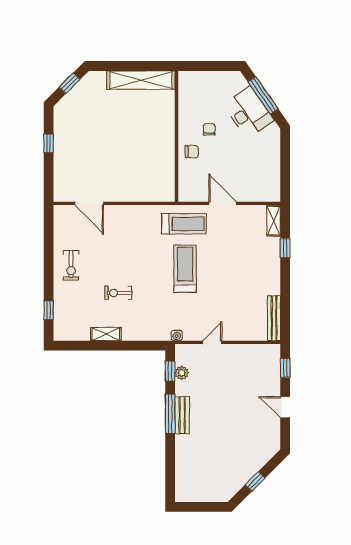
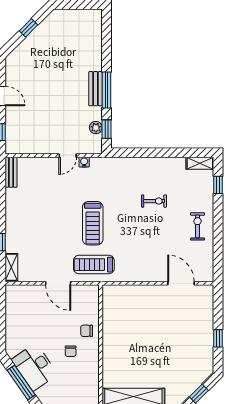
bench: (274, 318) -> (11, 172), width x0.73
shelving: (106, 334) -> (200, 163), moved
water cooler: (177, 335) -> (84, 162), moved

